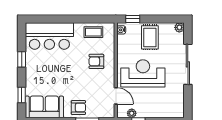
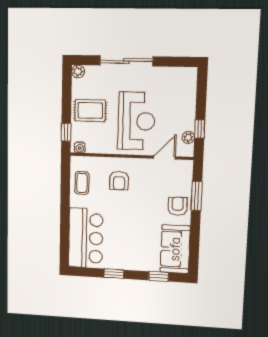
reception desk: (143, 73) -> (136, 121), turned 180

